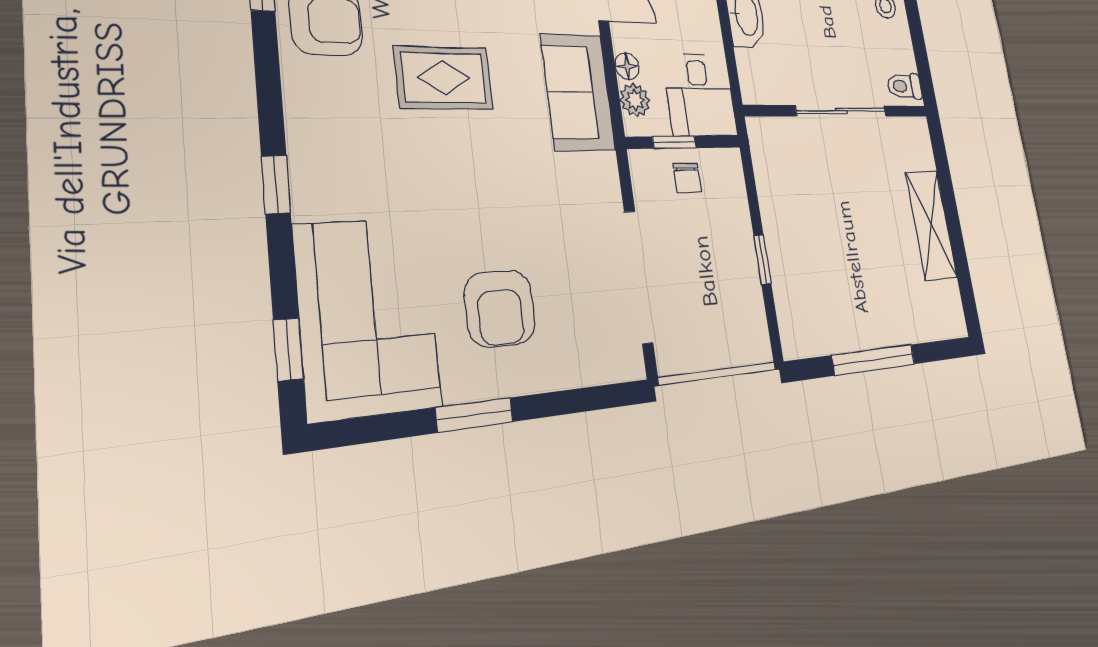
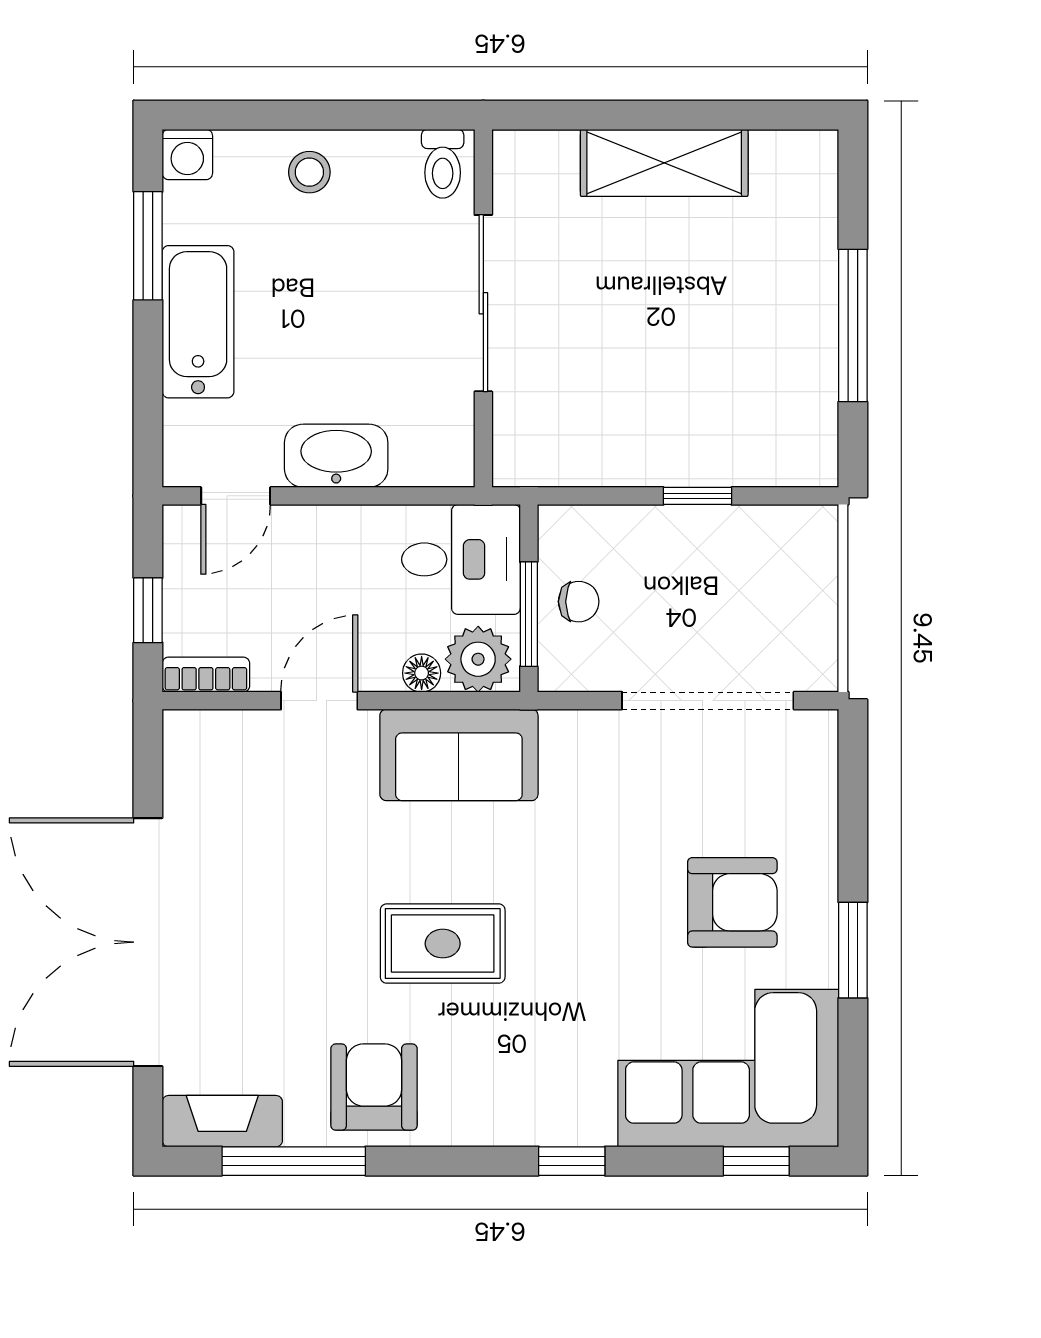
rug: (444, 78) -> (443, 944), turned 90
plant: (635, 100) -> (478, 659), width x1.38, depth x1.38
window: (674, 142) -> (529, 614), width x1.50

